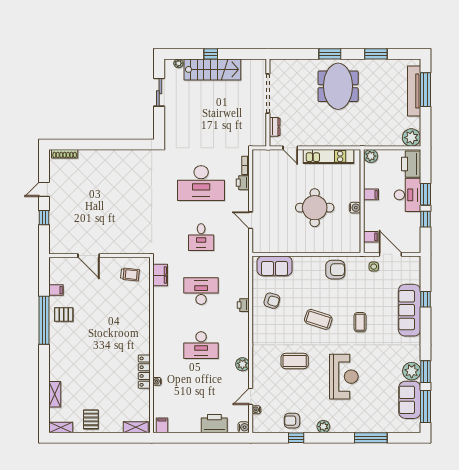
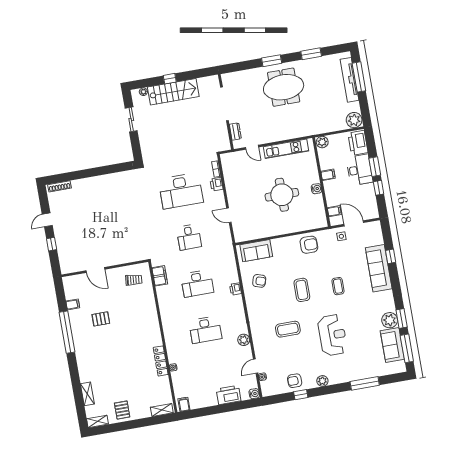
meeting table: (338, 86) -> (284, 87), turned 90
desk: (201, 291) -> (197, 283), turned 180
pallet: (64, 315) -> (101, 319), moved
coffee table: (318, 319) -> (302, 290), turned 72

